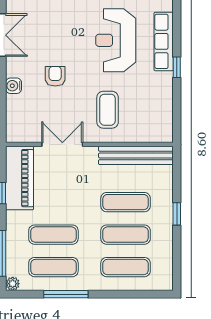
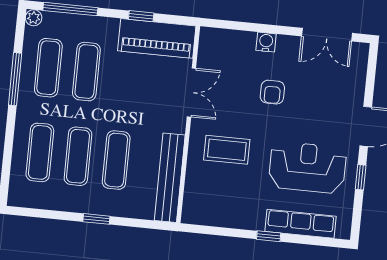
armchair: (55, 76) -> (272, 92), turned 90

